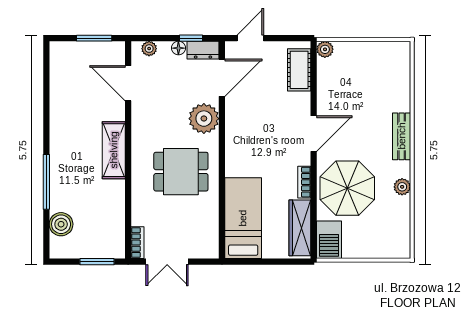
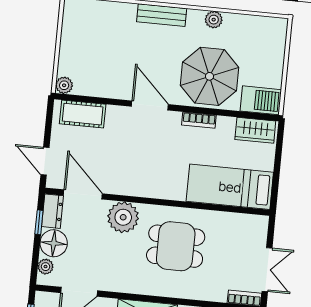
floor lamp: (178, 48) -> (54, 243), width x1.89, depth x1.89
dining table: (181, 172) -> (176, 246), turned 90
wardrobe: (300, 228) -> (255, 130), width x0.67

